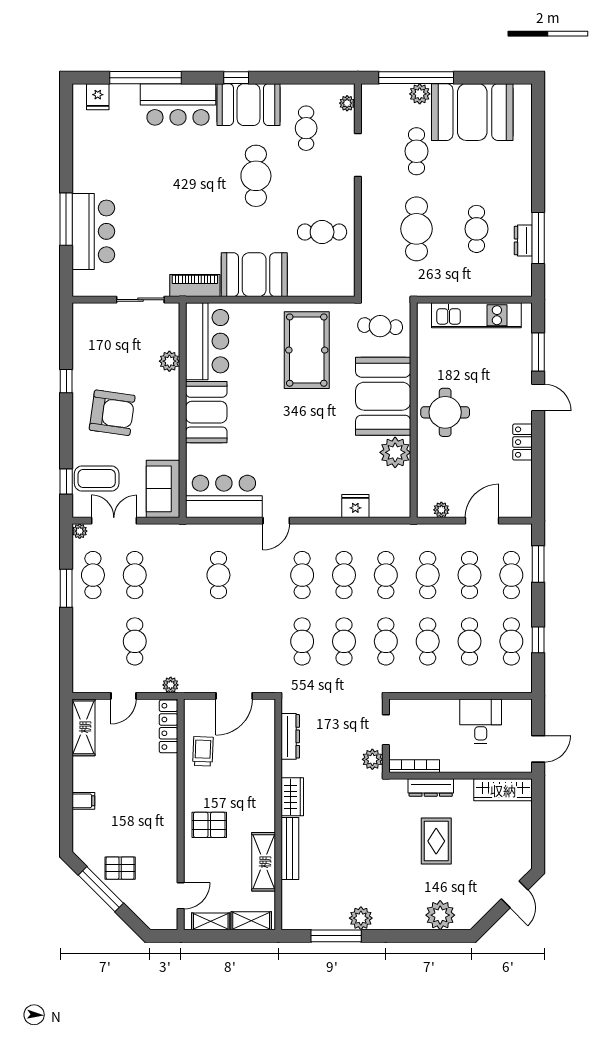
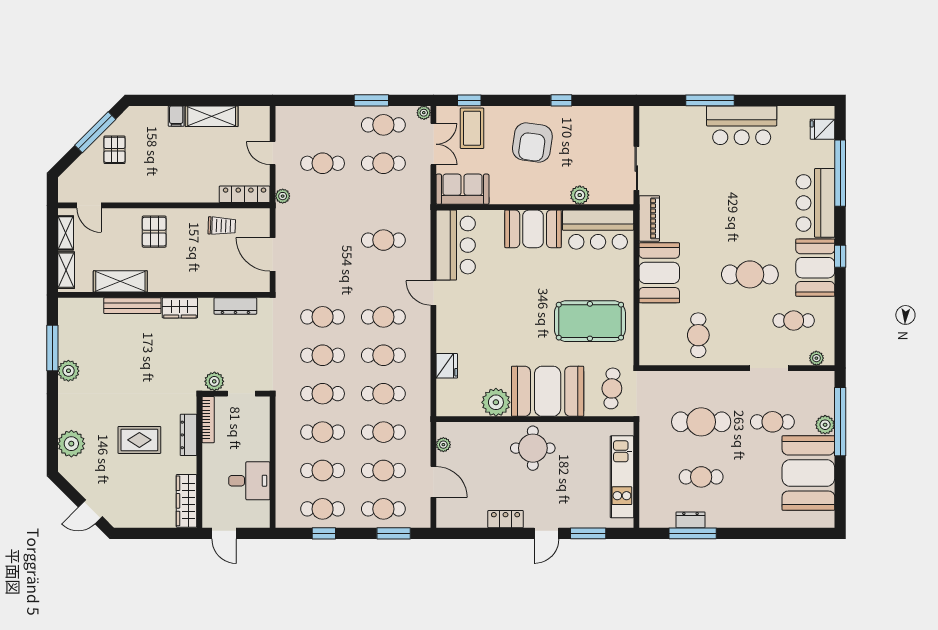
bar counter: (93, 231) -> (742, 125), moved
shelving: (84, 727) -> (212, 116), moved

